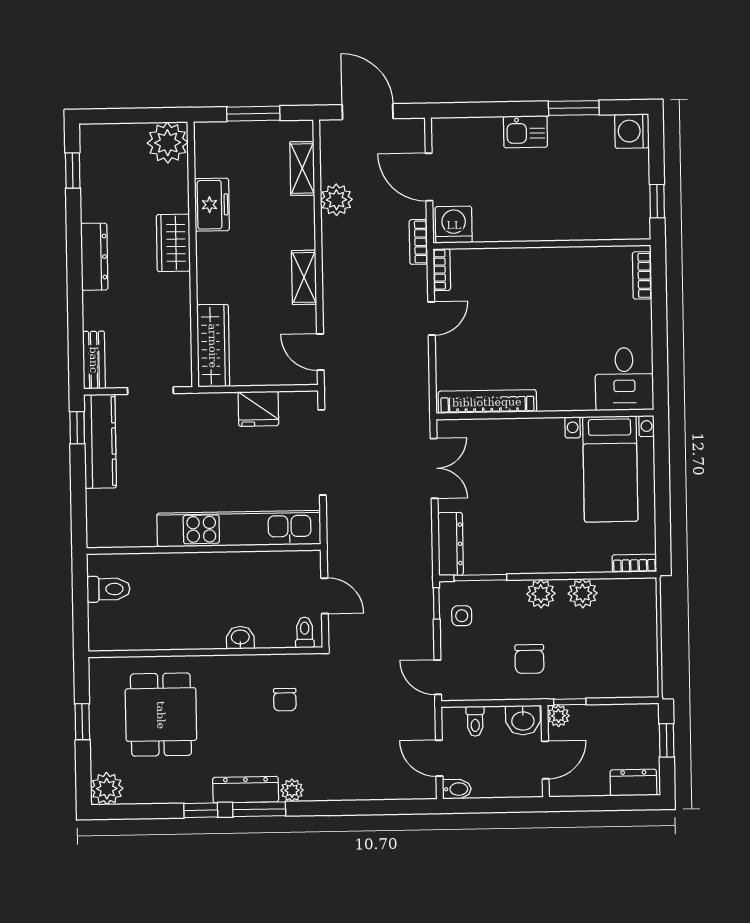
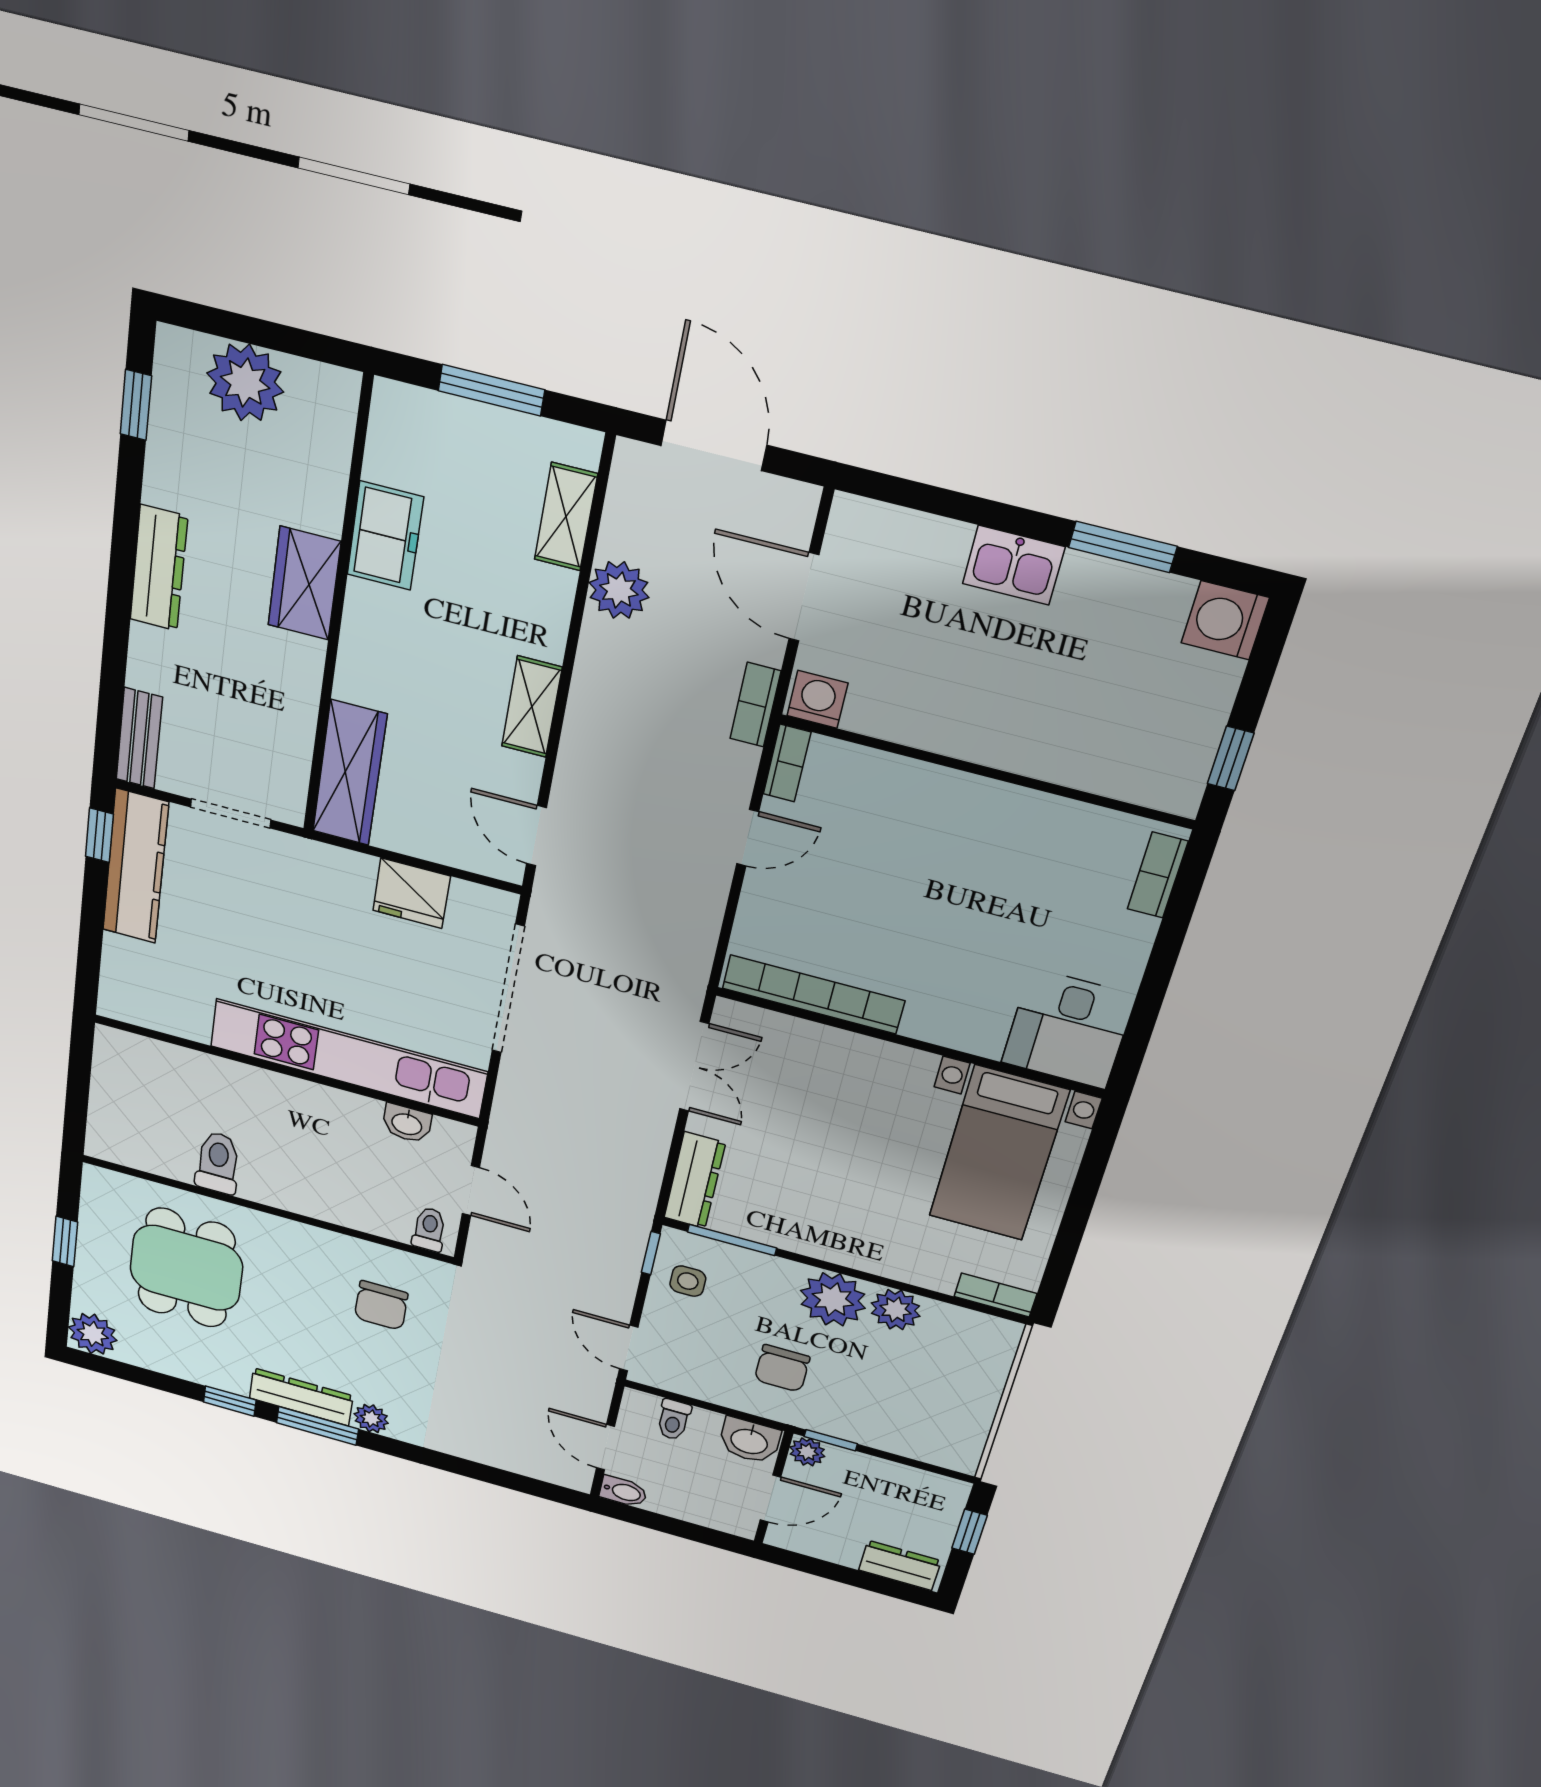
plant: (168, 143) -> (245, 383), moved
washing machine: (454, 225) -> (818, 699), width x0.73, depth x0.73
toilet: (108, 589) -> (218, 1163), moved, turned -90
plant: (541, 594) -> (833, 1299), width x1.36, depth x1.36
washbasin: (240, 638) -> (407, 1123), moved, turned 180
chair: (285, 700) -> (381, 1305), width x1.37, depth x1.37

